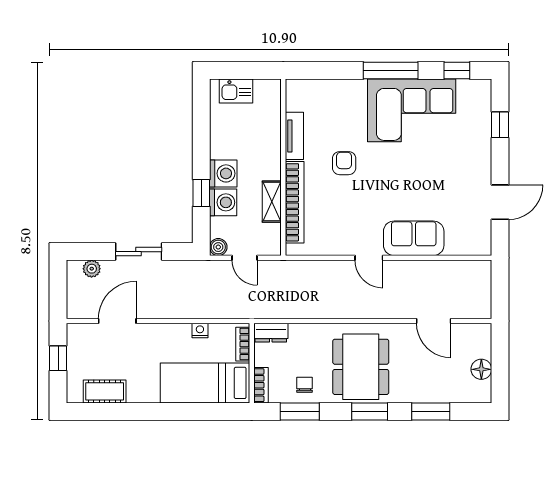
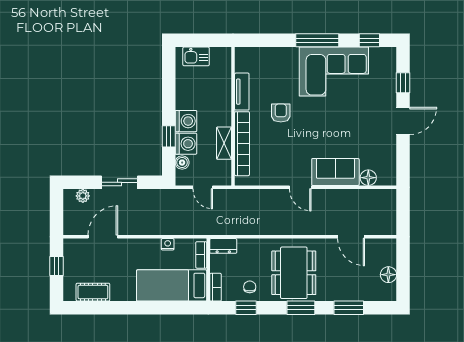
door: (500, 202) -> (403, 121), moved
floor lamp: (456, 246) -> (368, 178), added
boiler: (218, 247) -> (182, 163), moved
window: (300, 411) -> (246, 308), width x0.67

